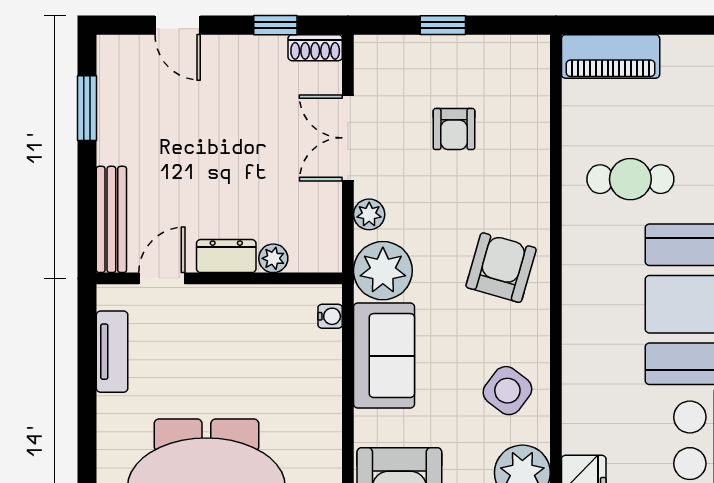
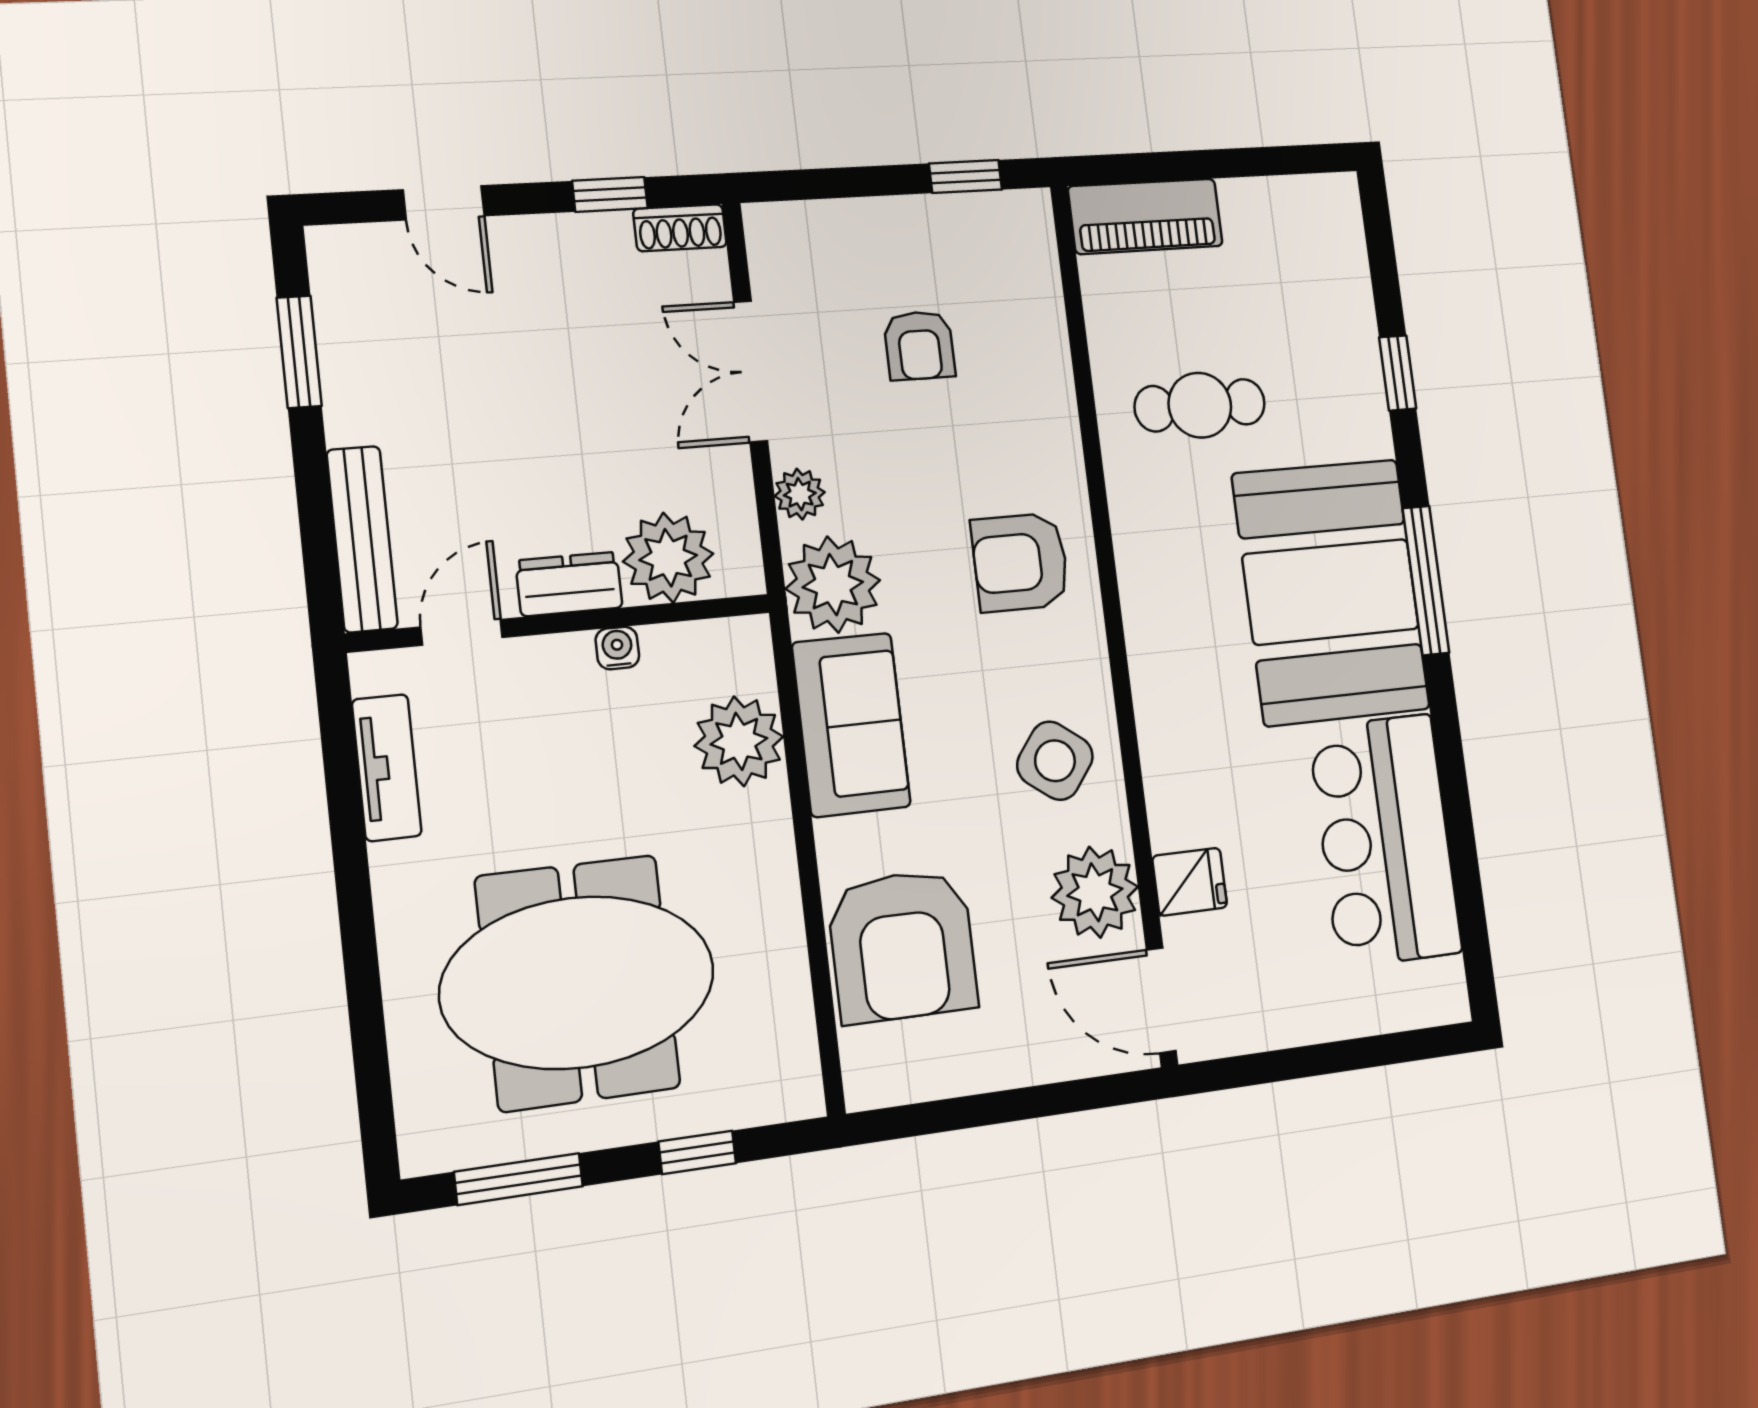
window: (443, 25) -> (965, 176), moved
plant: (273, 258) -> (668, 558), width x1.87, depth x1.87
armchair: (501, 268) -> (1020, 562), turned -106
water cooler: (330, 316) -> (617, 648), moved, turned -90
plant: (315, 358) -> (739, 741), added

